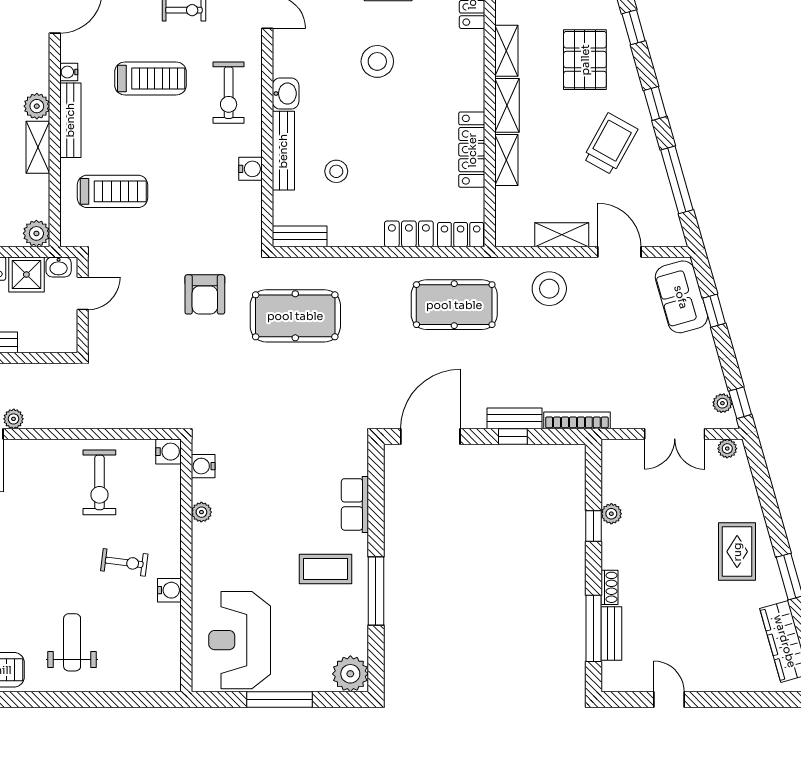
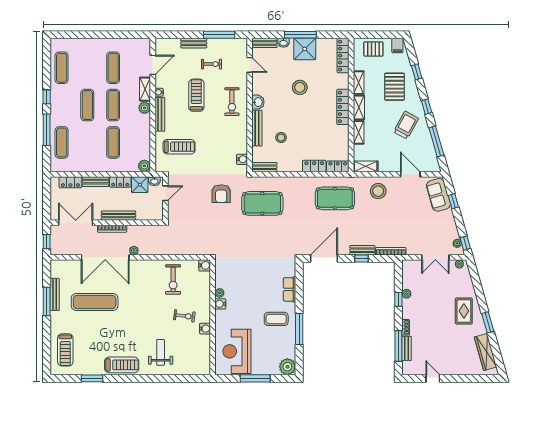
treadmill: (150, 78) -> (196, 95), turned -90
shelving: (38, 147) -> (145, 89), moved
locker: (472, 150) -> (343, 107), moved
water cooler: (251, 169) -> (242, 159), moved
shelving: (562, 235) -> (366, 166), moved
water cooler: (203, 466) -> (220, 304), moved

